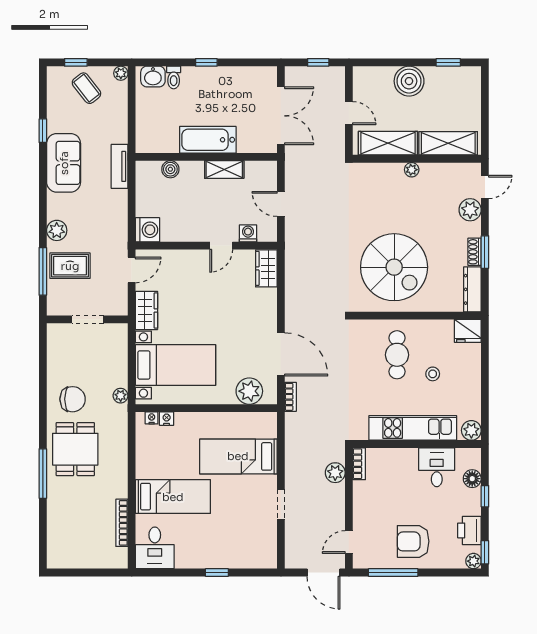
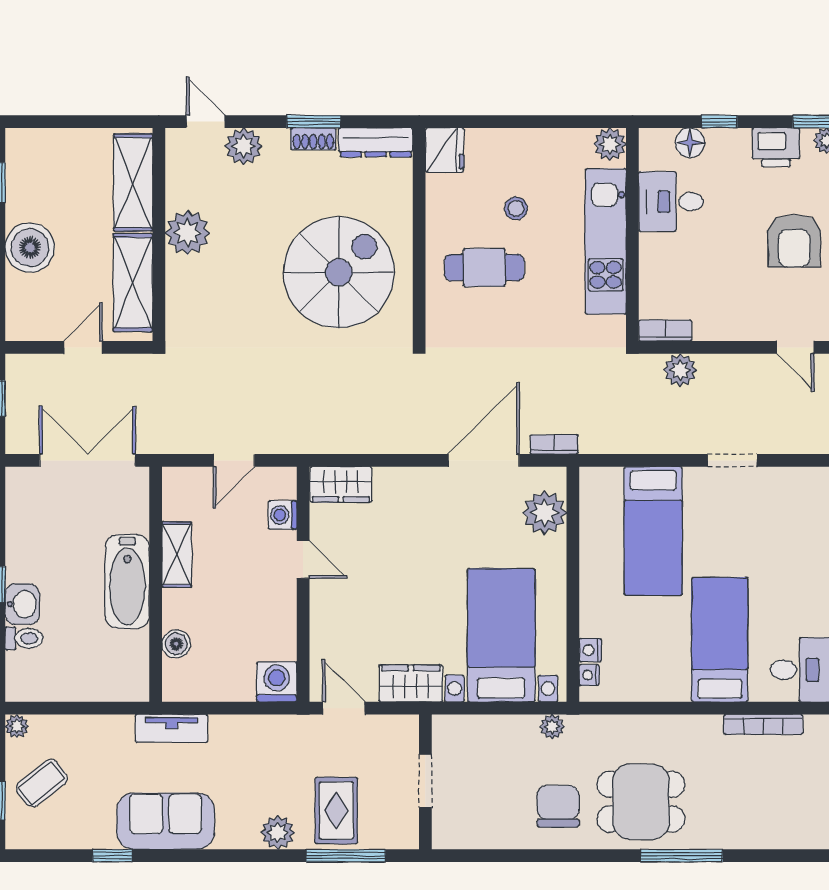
washbasin: (153, 77) -> (22, 604), moved
plant: (412, 170) -> (188, 233), width x1.87, depth x1.87

